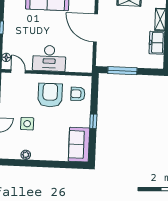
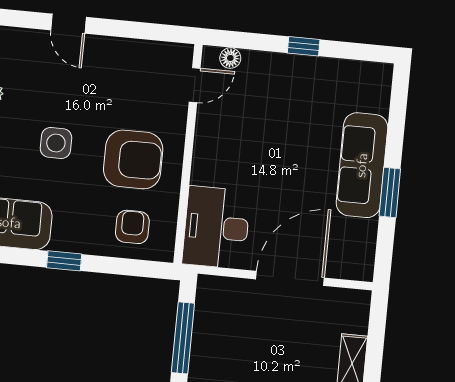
desk: (49, 58) -> (216, 227), moved
side table: (27, 124) -> (56, 143), moved

